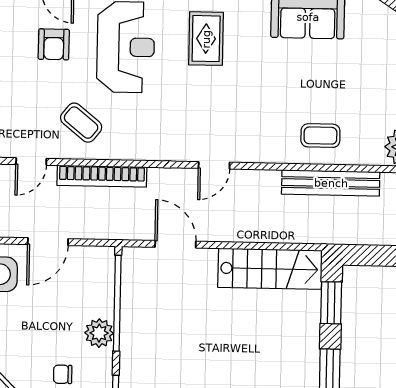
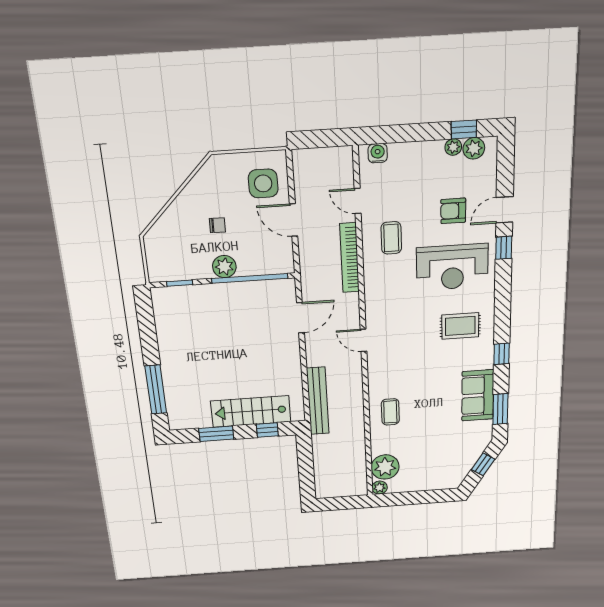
coffee table: (81, 123) -> (391, 238), turned -39
bench: (331, 183) -> (318, 401), moved
stairs: (270, 269) -> (251, 411), moved, turned 90
window: (331, 303) -> (267, 430), width x0.67
chair: (63, 374) -> (217, 225), moved, turned 91

